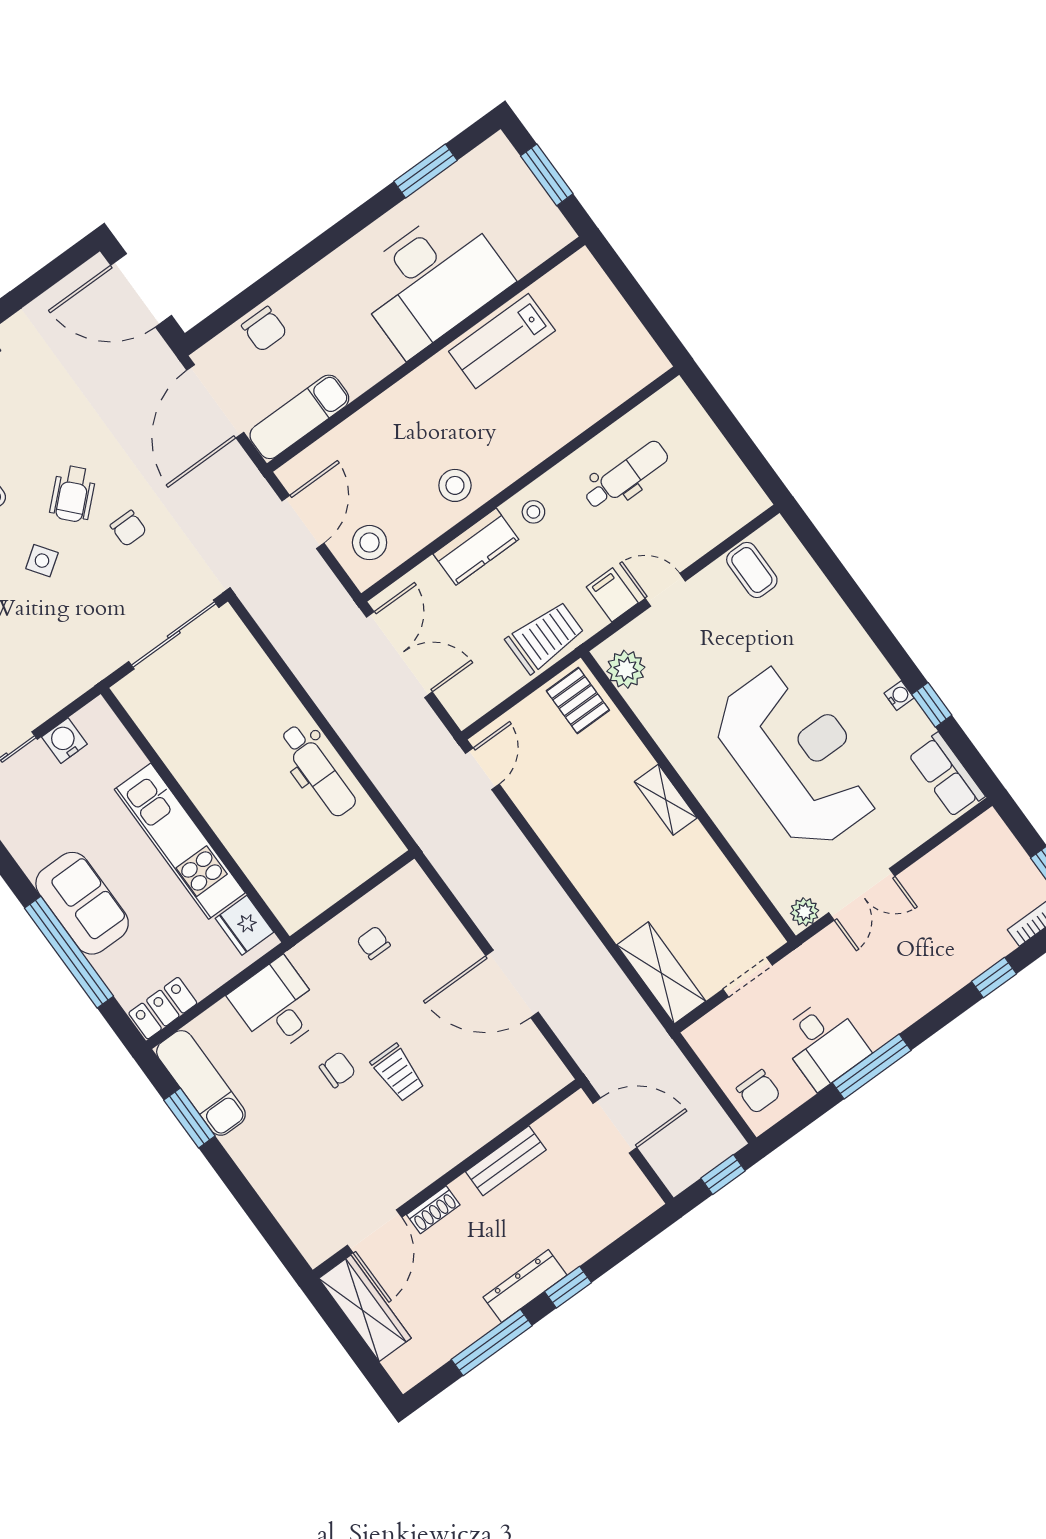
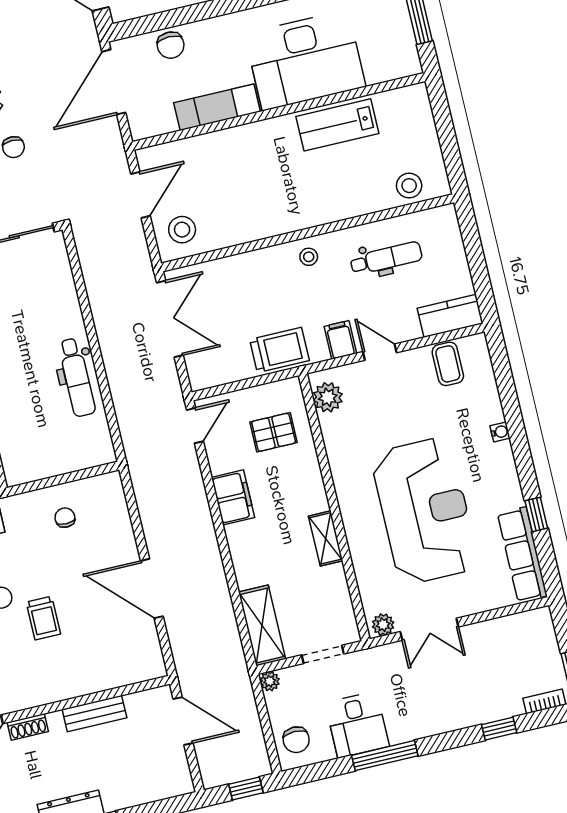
exam couch: (299, 417) -> (217, 107), moved
stool: (455, 485) -> (409, 186), moved
kitchen counter: (476, 547) -> (450, 316), moved, turned 180
water cooler: (899, 696) -> (500, 432), moved
pallet: (578, 700) -> (274, 432), moved, turned 90
row of seats: (946, 775) -> (522, 555), width x1.48
shelving: (666, 800) -> (326, 538), moved
filing cabinet: (563, 835) -> (233, 497), added
plant: (698, 1035) -> (270, 681), added

